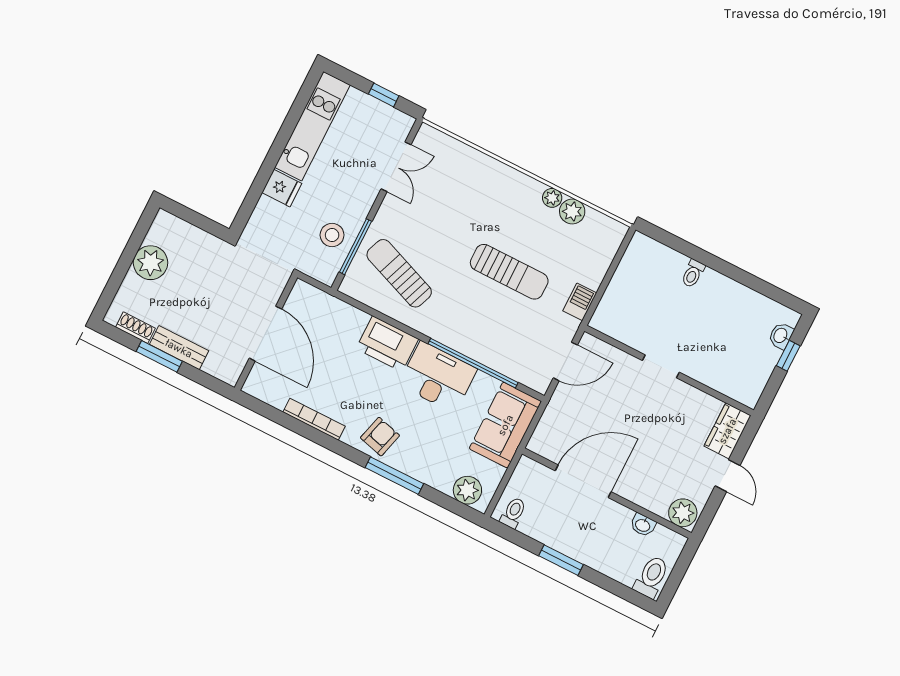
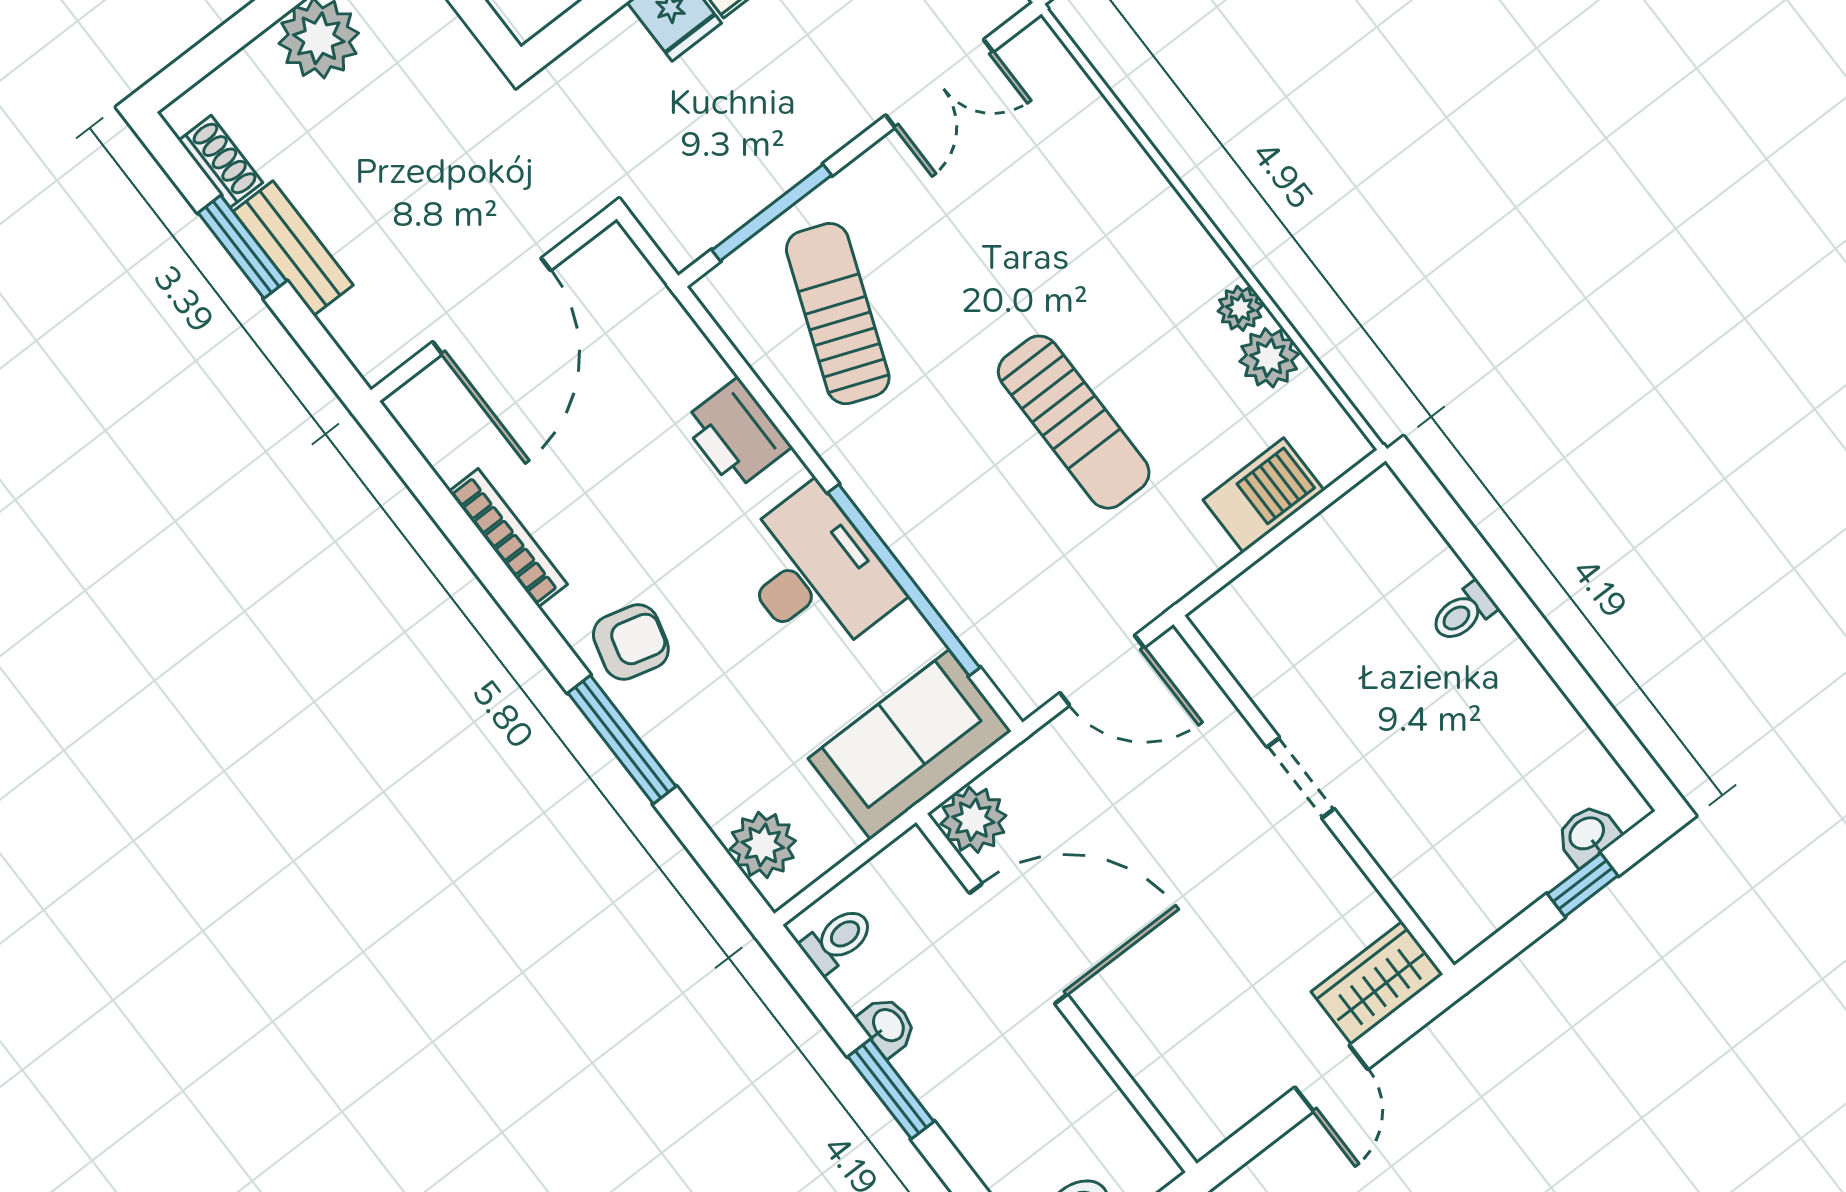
stool: (332, 235) -> (734, 164), removed
barbecue: (580, 302) -> (1264, 495), moved, width x1.38, depth x1.27
printer: (387, 344) -> (736, 434), width x0.73, depth x0.84
plant: (683, 513) -> (973, 820), moved
washbasin: (643, 525) -> (887, 1026), moved, turned 180

